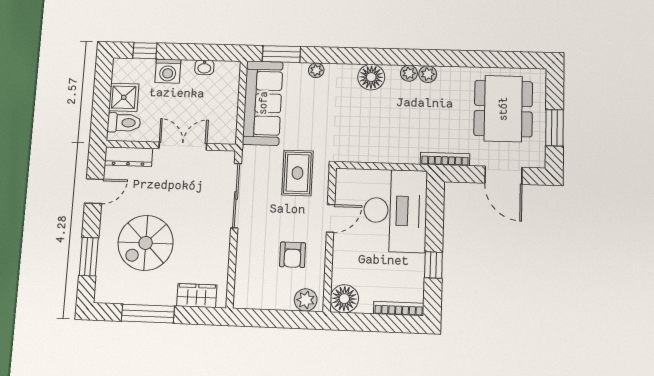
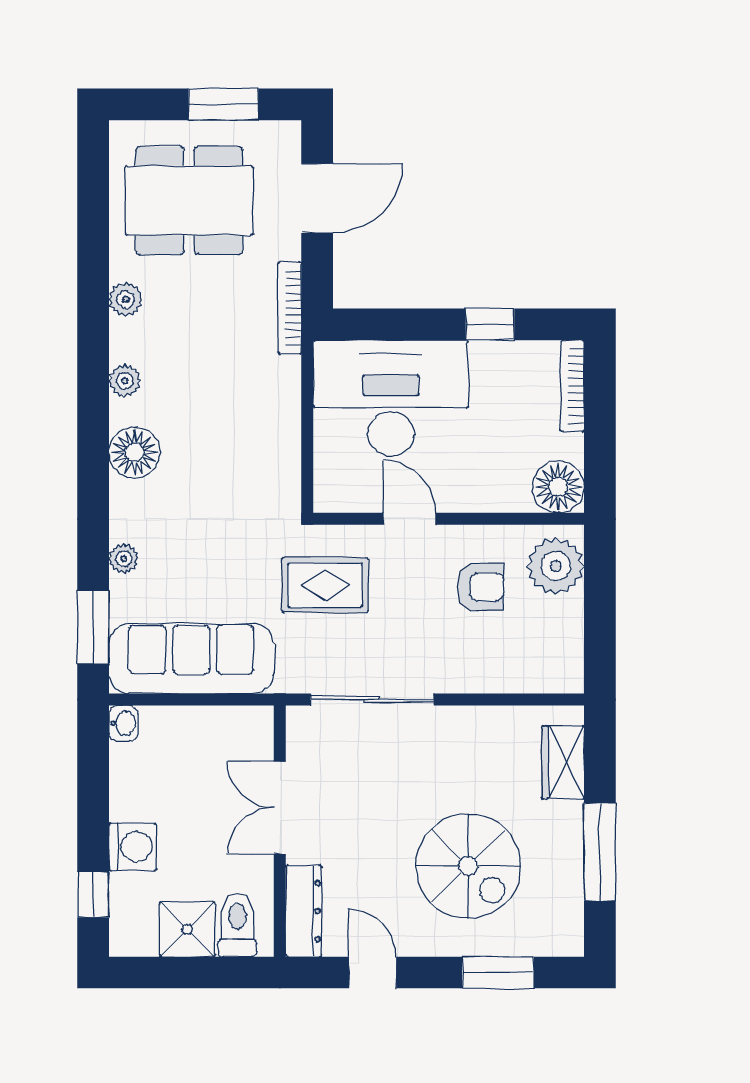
washbasin: (204, 67) -> (123, 723), moved
plant: (428, 74) -> (126, 299), moved
plant: (306, 300) -> (556, 566), width x1.36, depth x1.36

